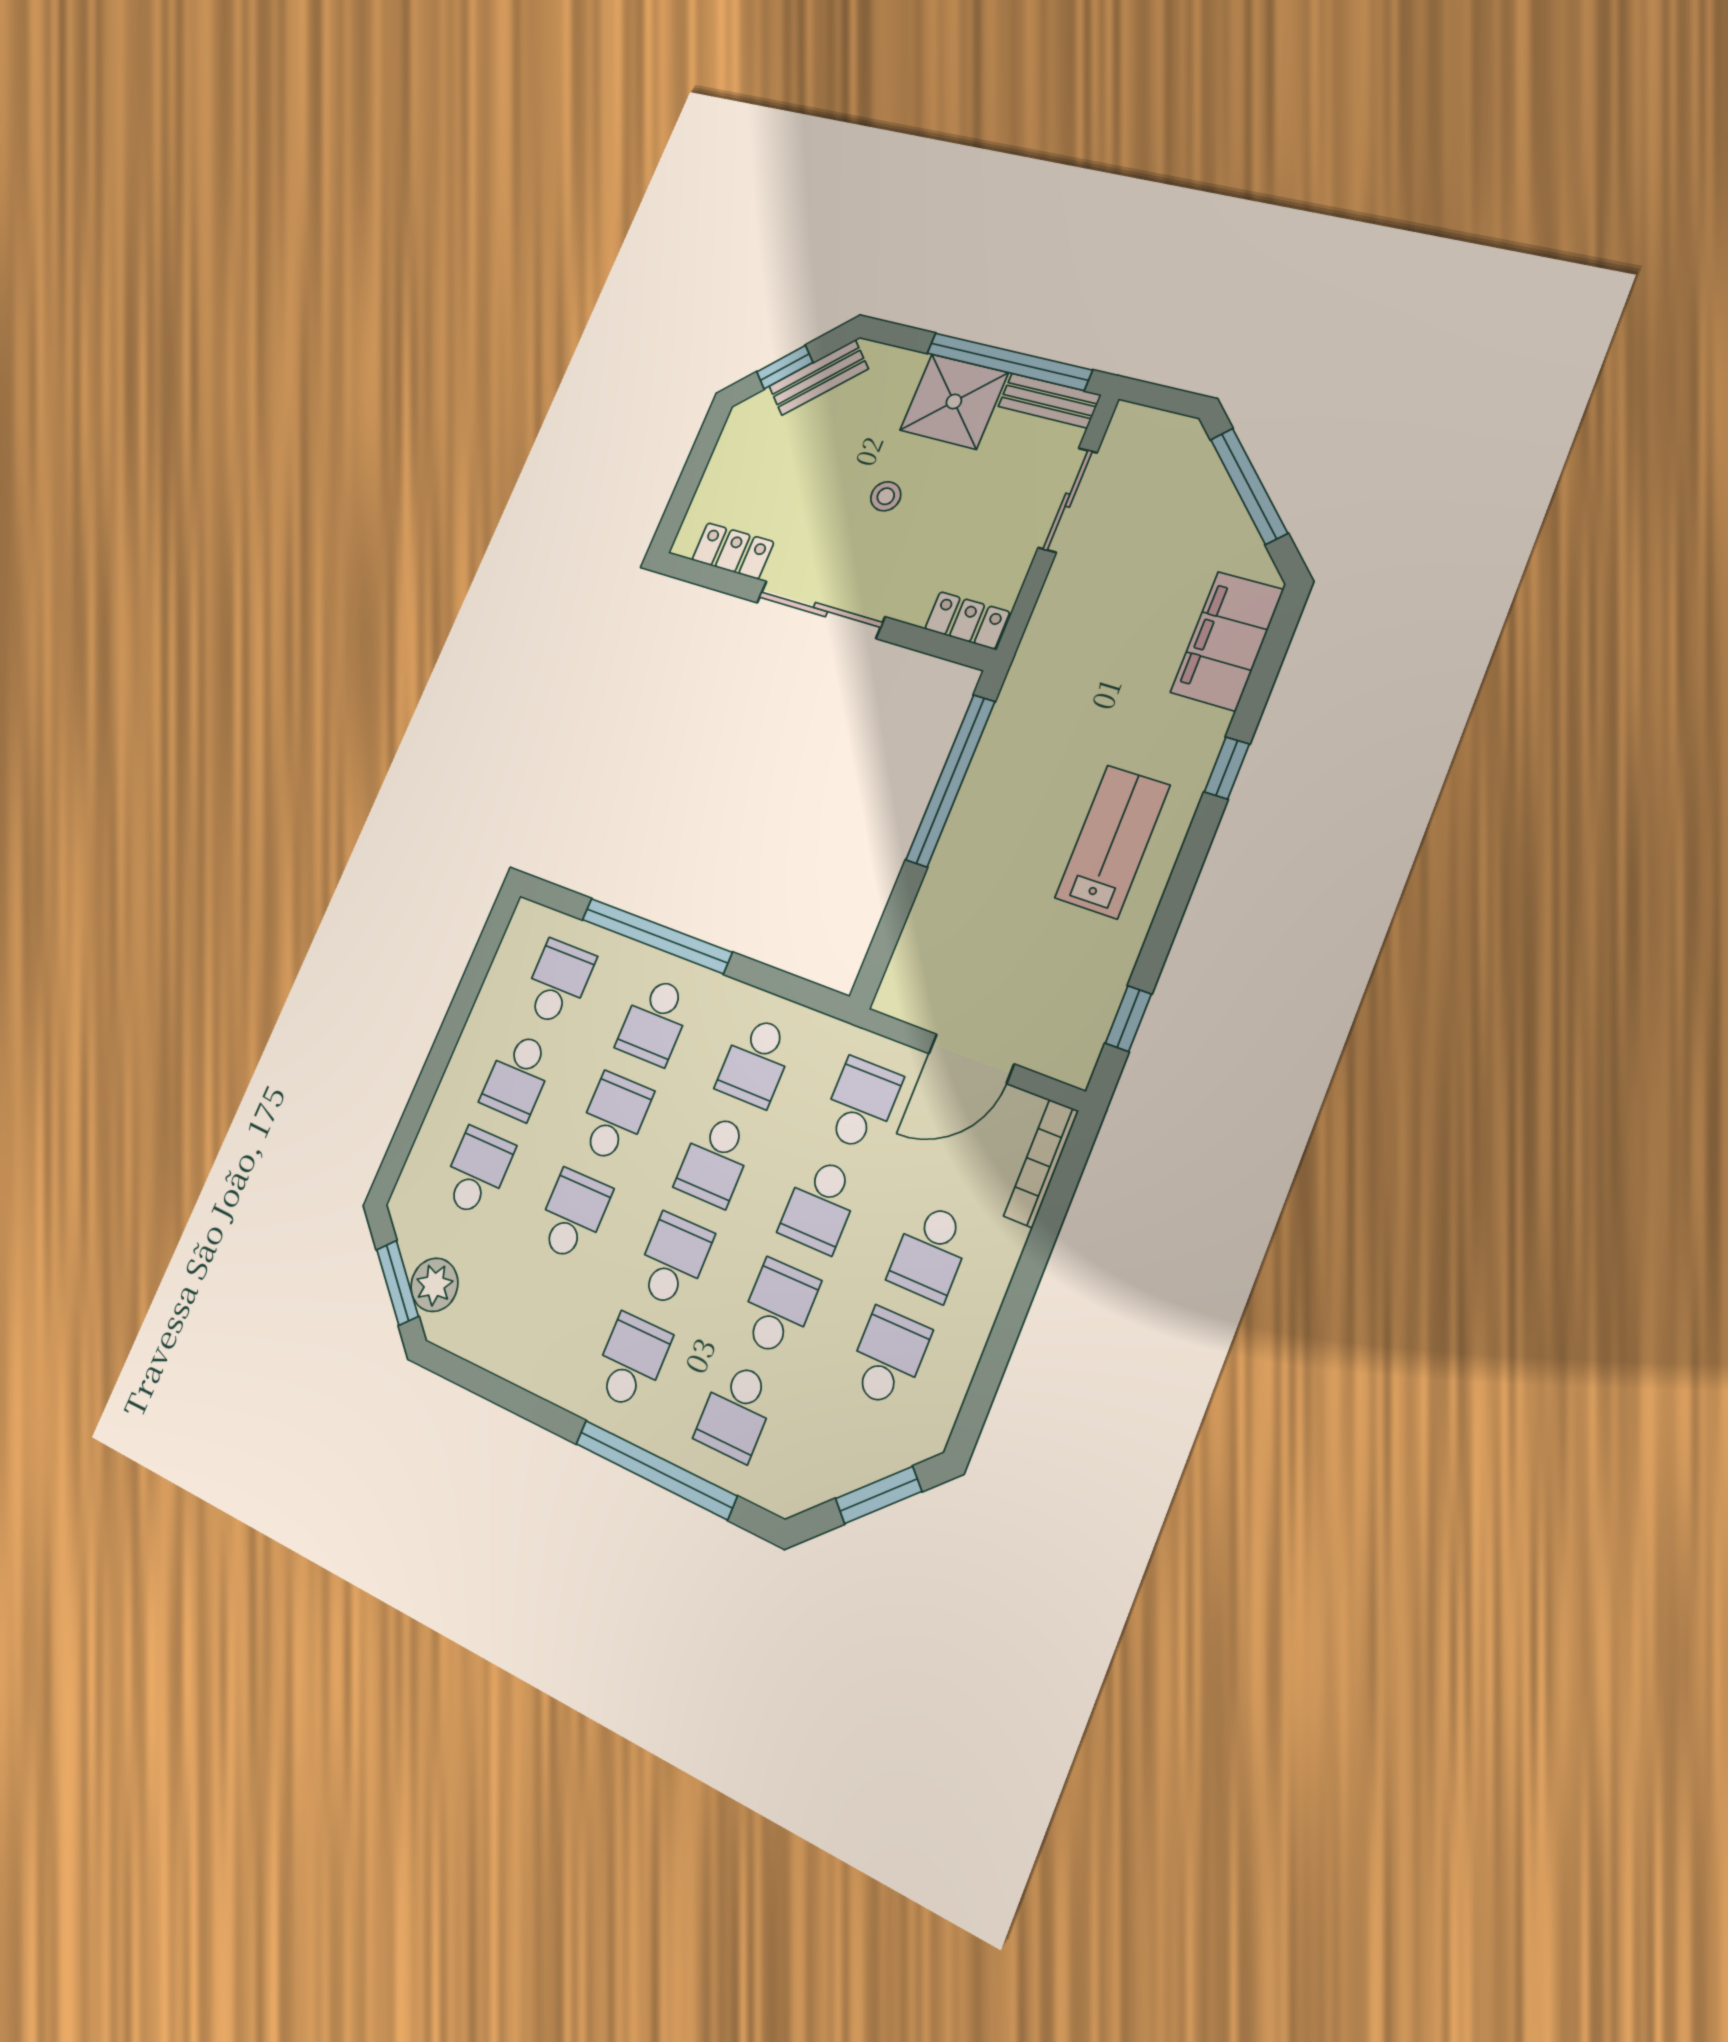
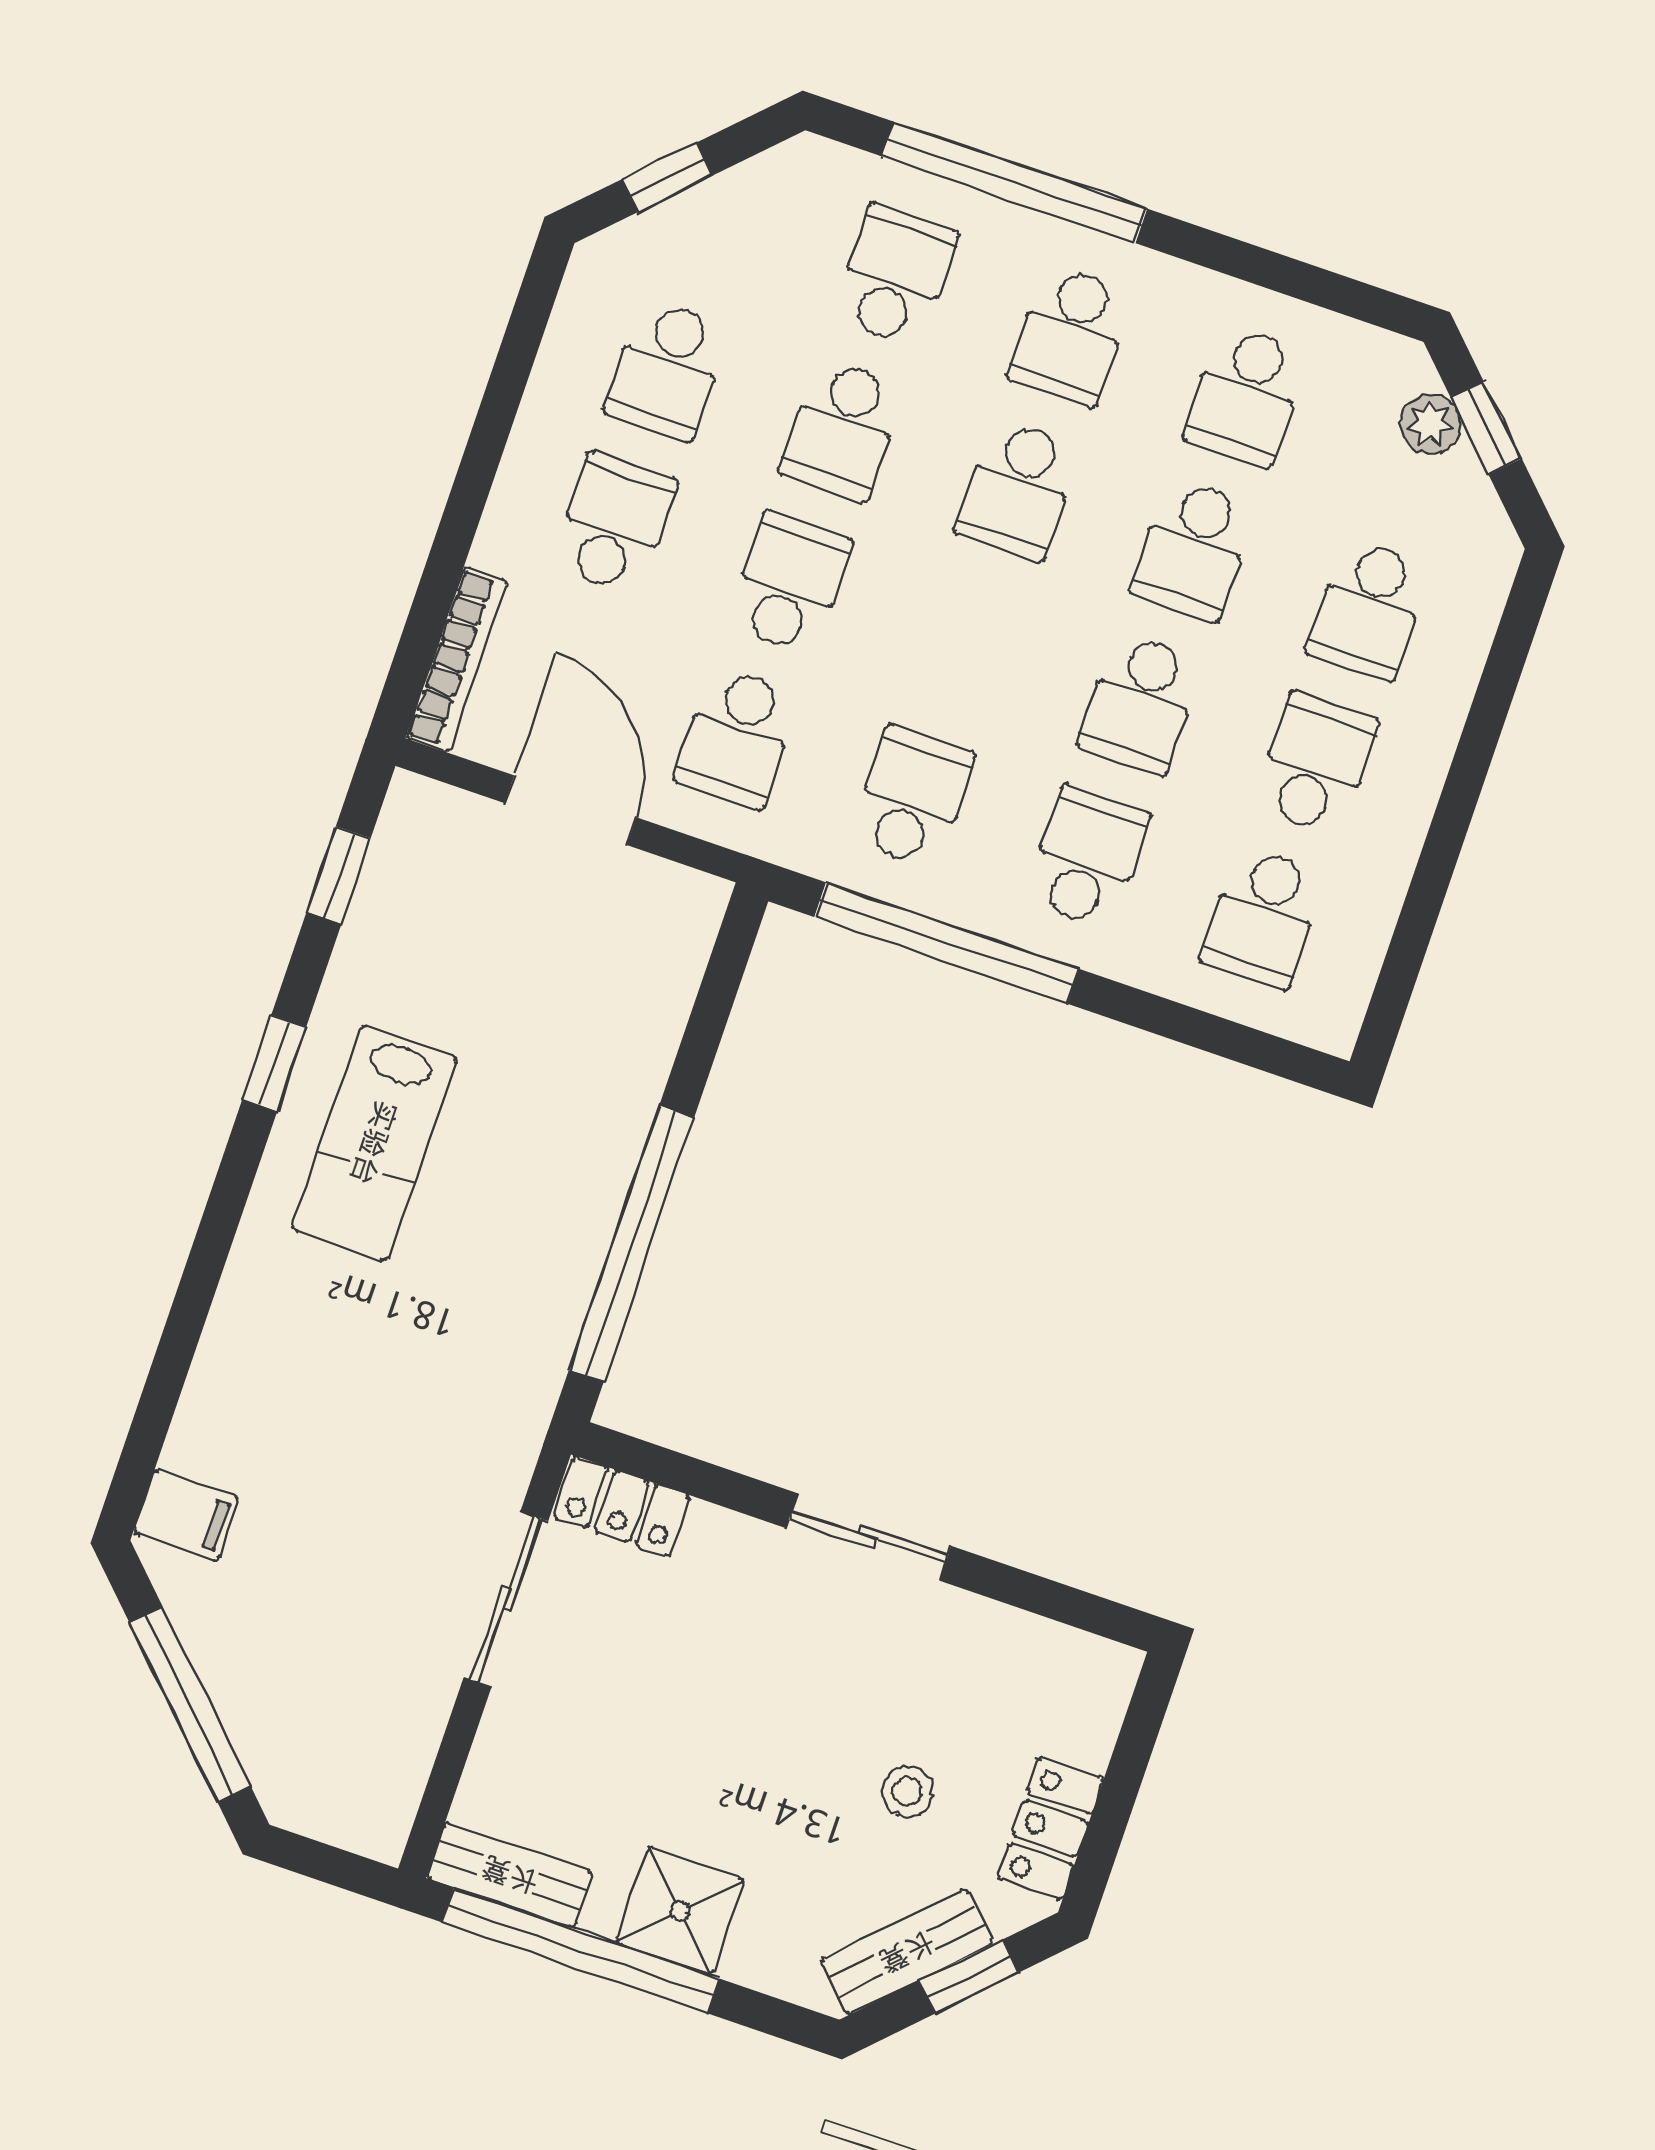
shower: (954, 401) -> (680, 1911), width x0.73, depth x0.73
stool: (886, 496) -> (907, 1791), moved
sliding door: (1068, 500) -> (506, 1599), moved
locker: (733, 551) -> (1050, 1829), moved, turned 90
sliding door: (820, 610) -> (869, 1537), width x0.73
filing cabinet: (1227, 641) -> (186, 1515), width x0.33, depth x0.86
window: (1227, 768) -> (274, 1063), moved
window: (656, 936) -> (947, 943), moved
door: (971, 1059) -> (571, 810), hinge flipped
school desk: (715, 1160) -> (1246, 396), moved, turned 180
window: (398, 1283) -> (1486, 428), width x0.67
plant: (434, 1285) -> (1430, 424), width x0.73, depth x0.73
window: (878, 1495) -> (667, 177), width x0.67

